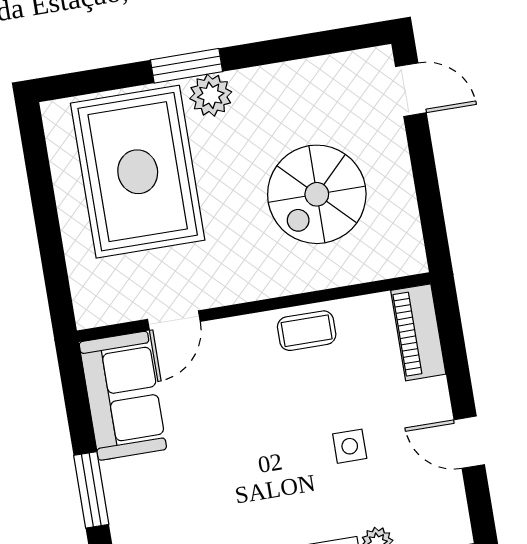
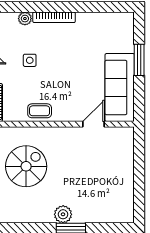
rug: (138, 172) -> (98, 188), removed
sofa: (123, 396) -> (120, 87), width x1.36

